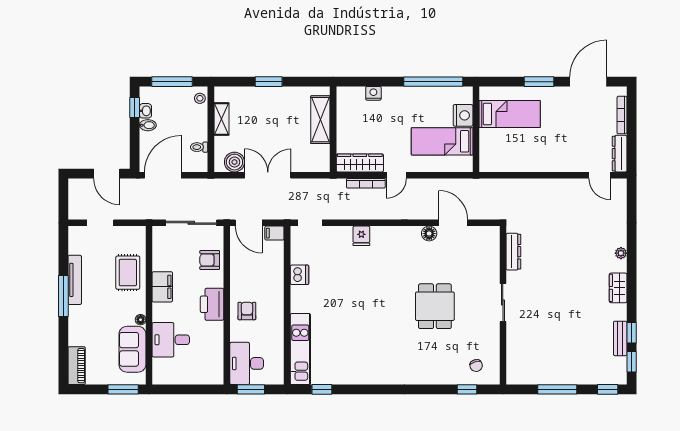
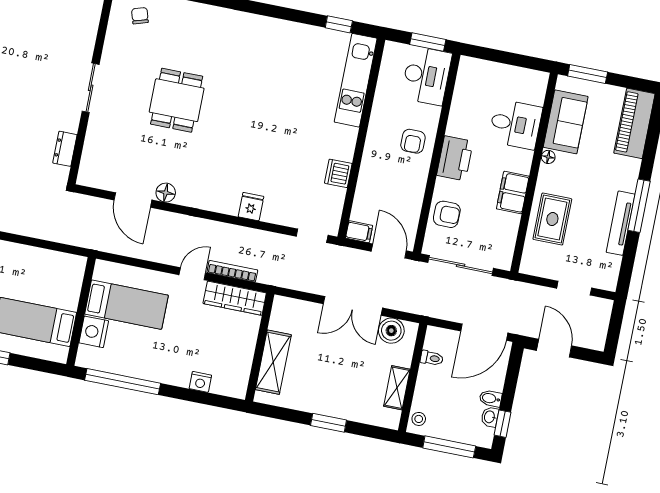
dresser: (513, 252) -> (65, 149), width x0.70
piano: (77, 366) -> (634, 123), width x1.37, depth x1.33

